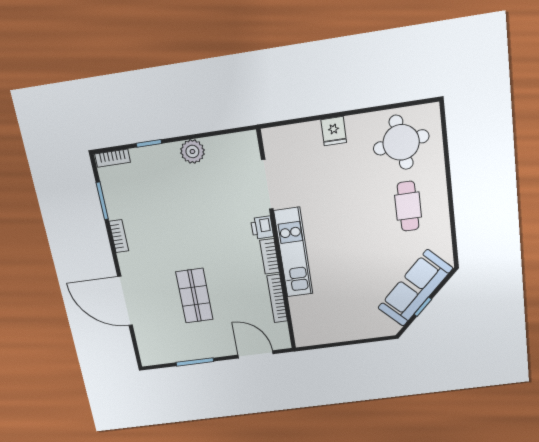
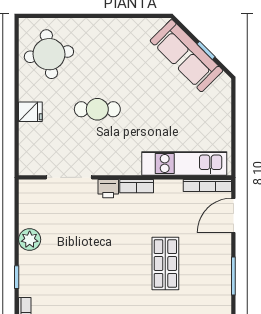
cafe table: (408, 206) -> (97, 109), moved
kitchen unit: (293, 253) -> (184, 164), moved
shop shelf: (194, 296) -> (165, 264), turned 90
bookcase: (277, 298) -> (207, 186), moved

